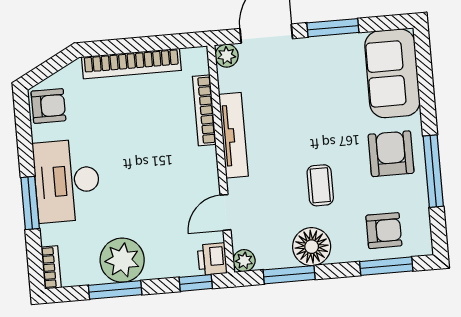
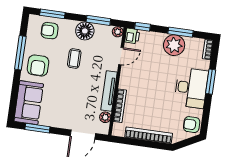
window: (333, 28) -> (37, 128), moved
plant: (227, 56) -> (105, 117), moved

